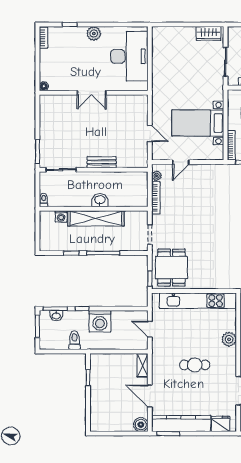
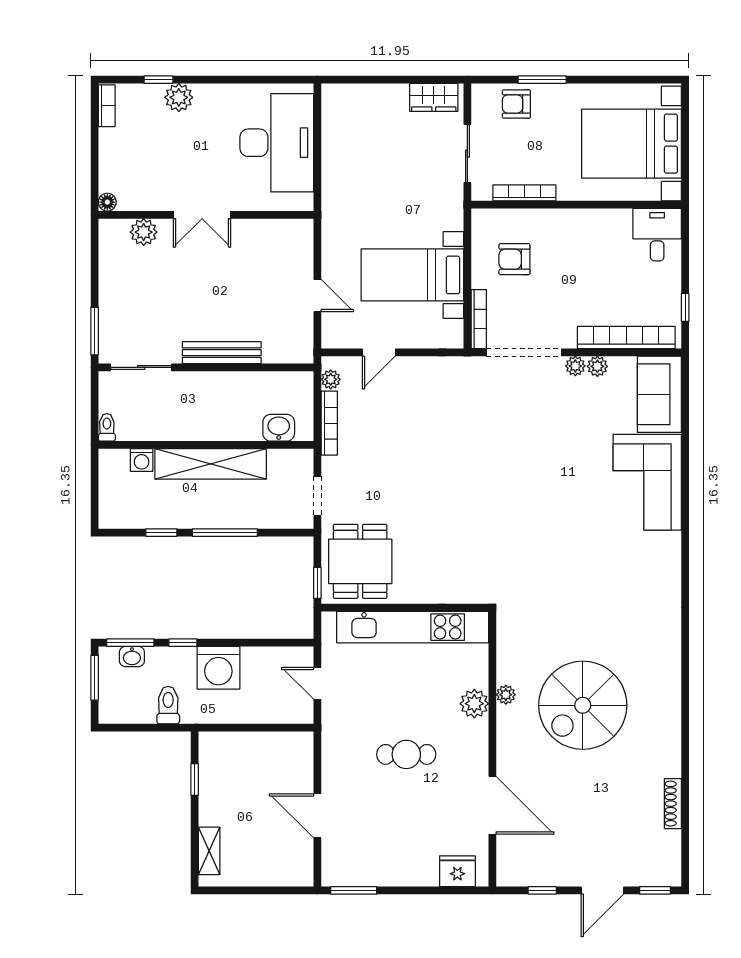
plant: (94, 33) -> (179, 97), moved
plant: (62, 101) -> (144, 232), added
bench: (102, 162) -> (222, 353), width x1.36
washbasin: (100, 200) -> (279, 428), moved
shelving: (143, 365) -> (209, 851), moved
kitchen counter: (181, 423) -> (379, 870), removed
boiler: (141, 425) -> (299, 873), removed

